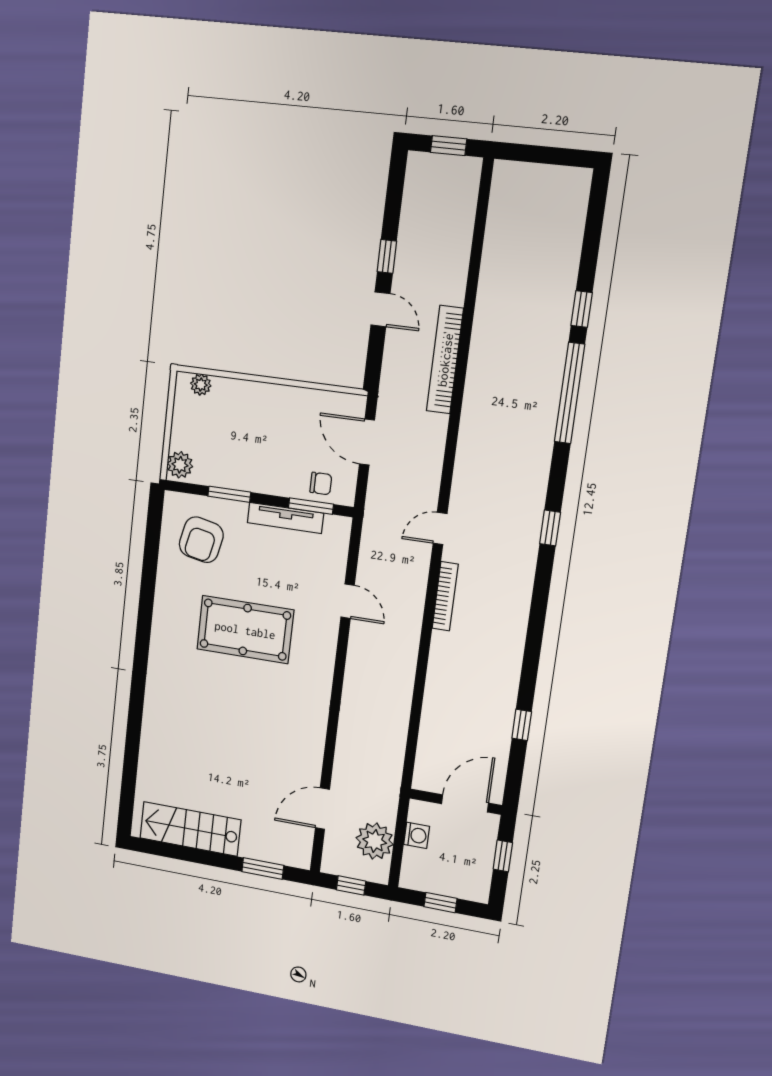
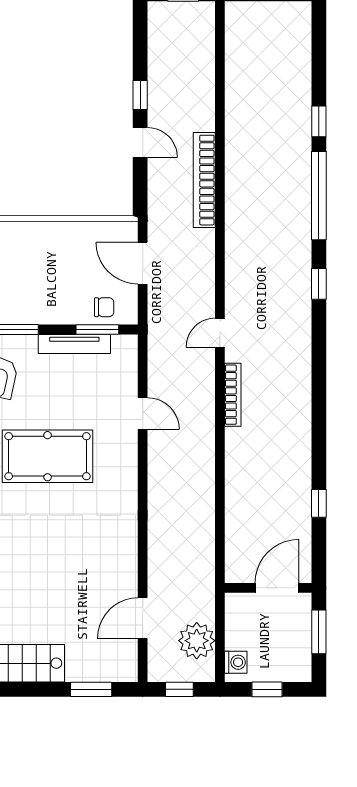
window: (550, 528) -> (319, 284), moved
washing machine: (417, 835) -> (236, 662), moved
window: (503, 856) -> (319, 632), width x1.50

